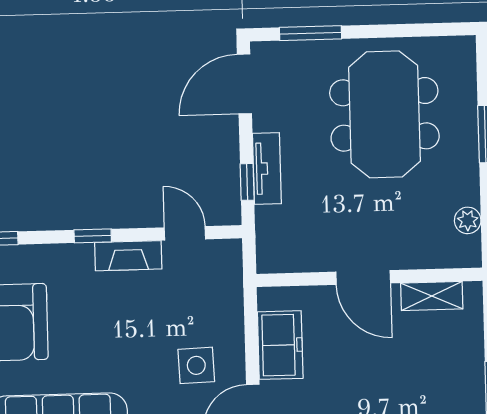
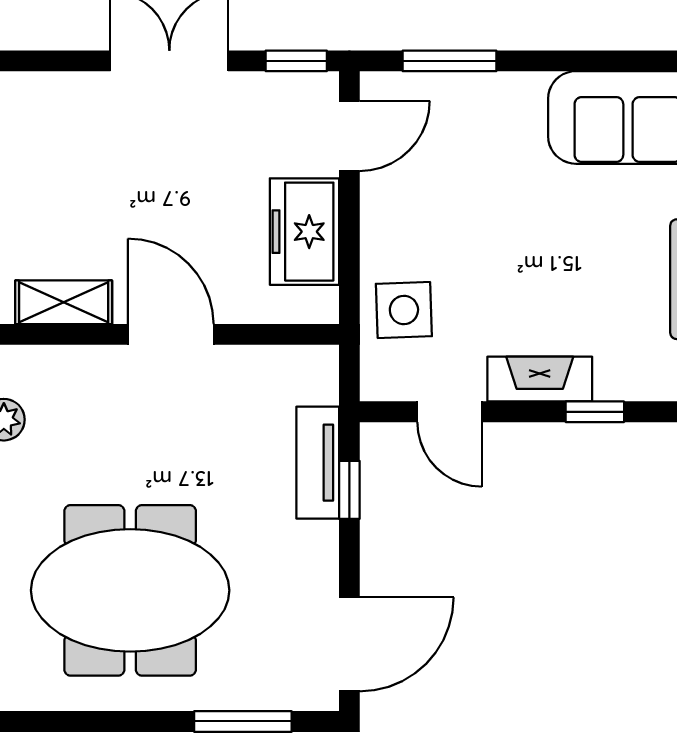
meeting table: (384, 114) -> (130, 590), turned 90
tv unit: (267, 169) -> (318, 463), moved
side table: (196, 365) -> (404, 310), moved

